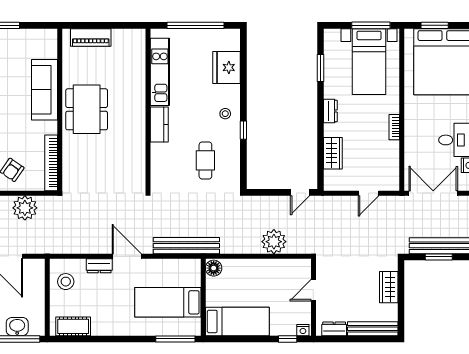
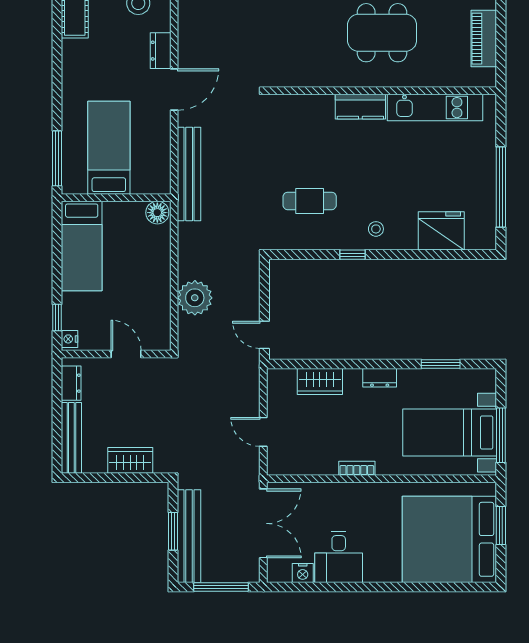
kitchen unit: (160, 72) -> (435, 108), moved
wall: (148, 110) -> (382, 91), moved
kitchen counter: (159, 125) -> (360, 107), moved

